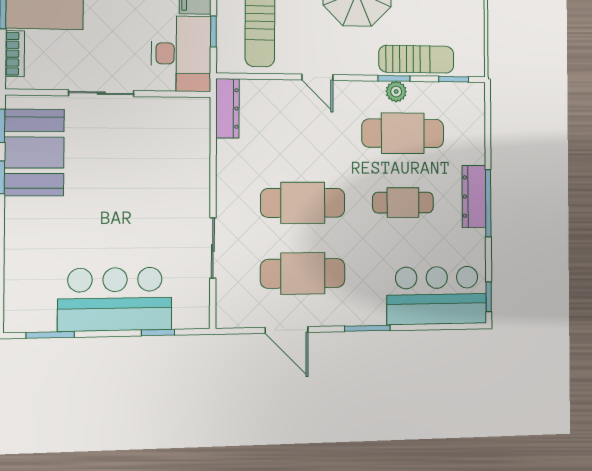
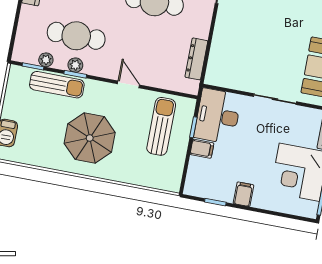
sun lounger: (416, 59) -> (57, 85), turned 180
plant: (438, 92) -> (46, 60), added
dresser: (227, 108) -> (196, 59), moved

